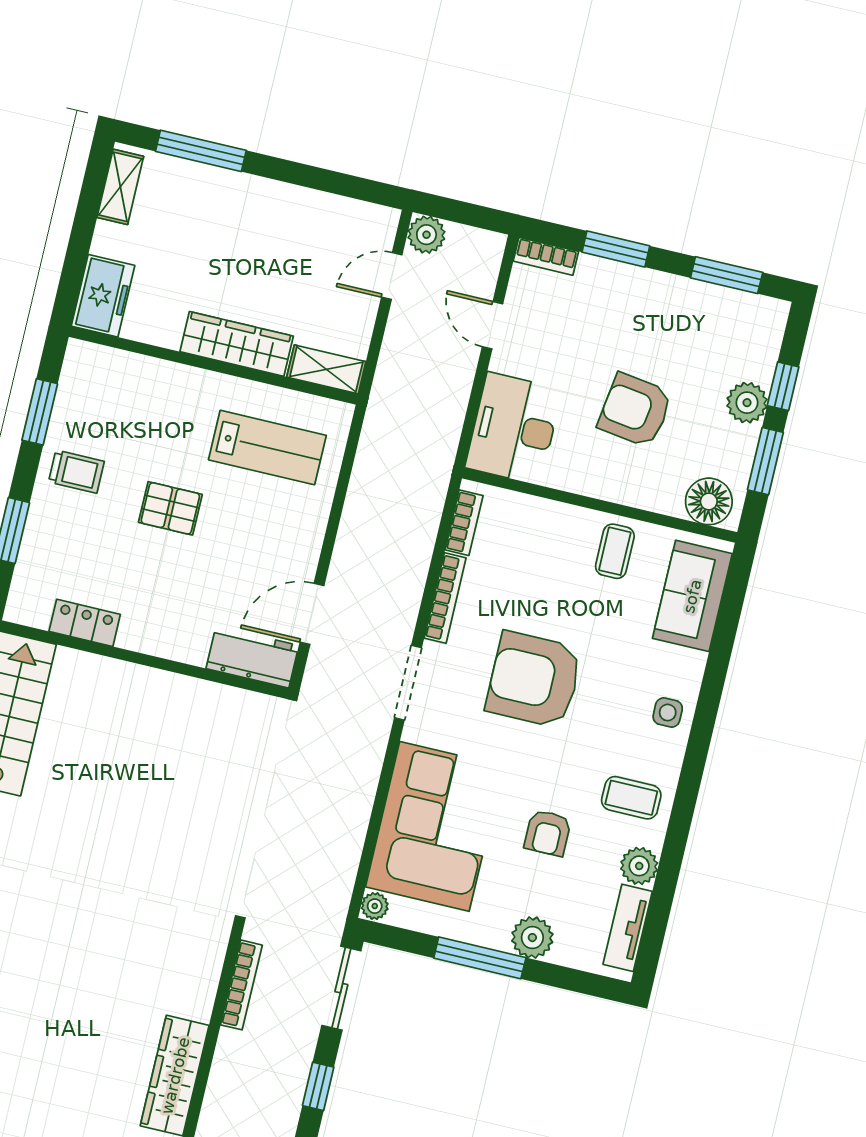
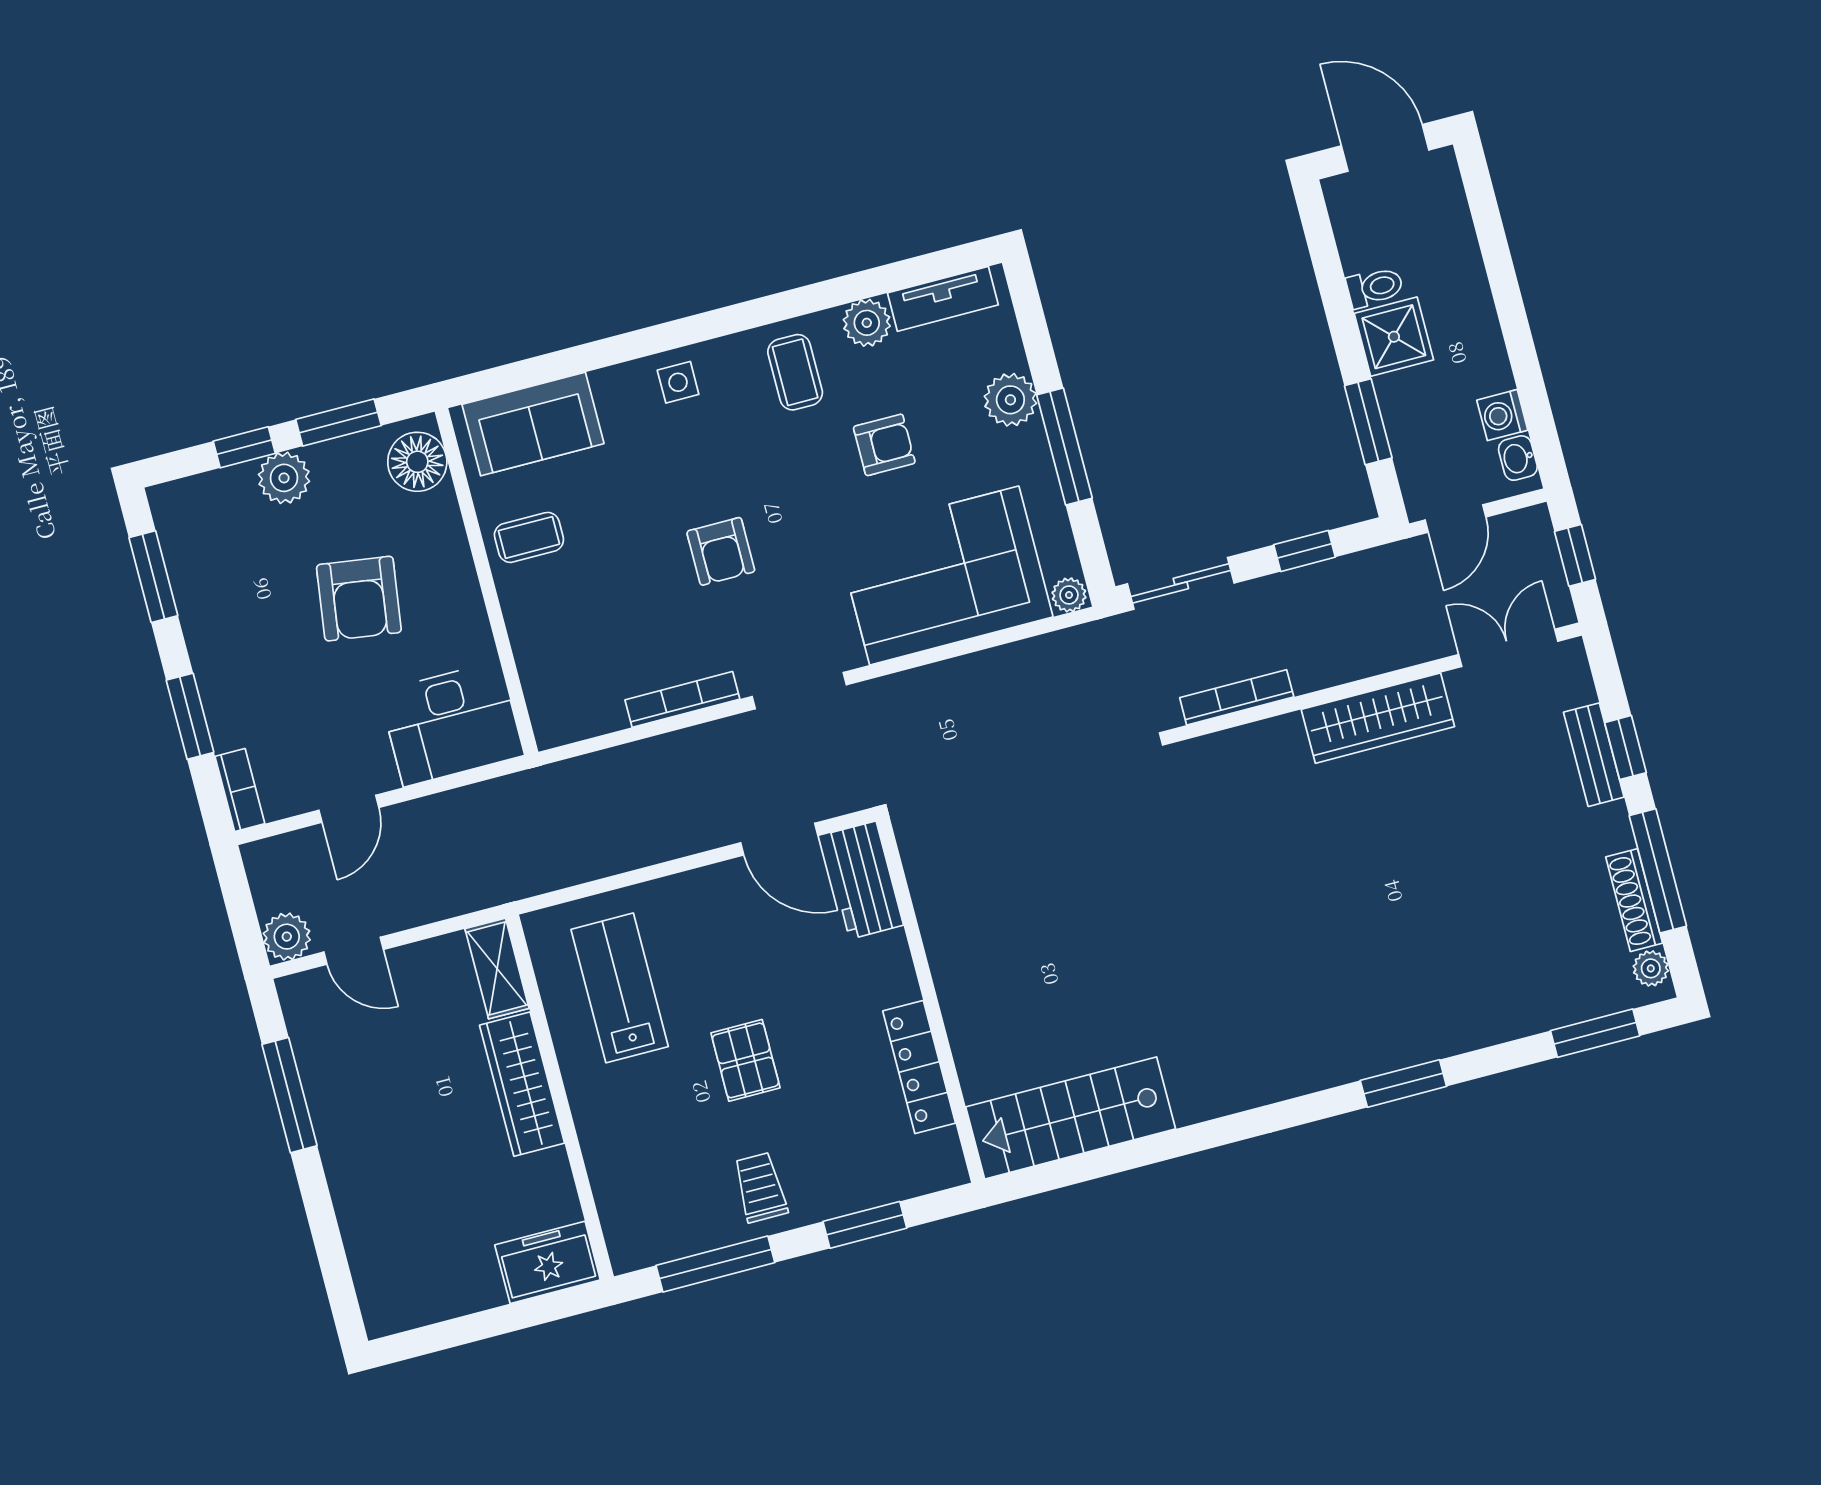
window: (201, 151) -> (289, 1095), moved
shelving: (120, 187) -> (415, 1308), removed
window: (40, 412) -> (715, 1264), width x1.44
bookcase: (464, 523) -> (587, 723), removed
locker: (85, 623) -> (919, 1067), width x1.53
armchair: (534, 680) -> (721, 551), width x0.53, depth x0.53

